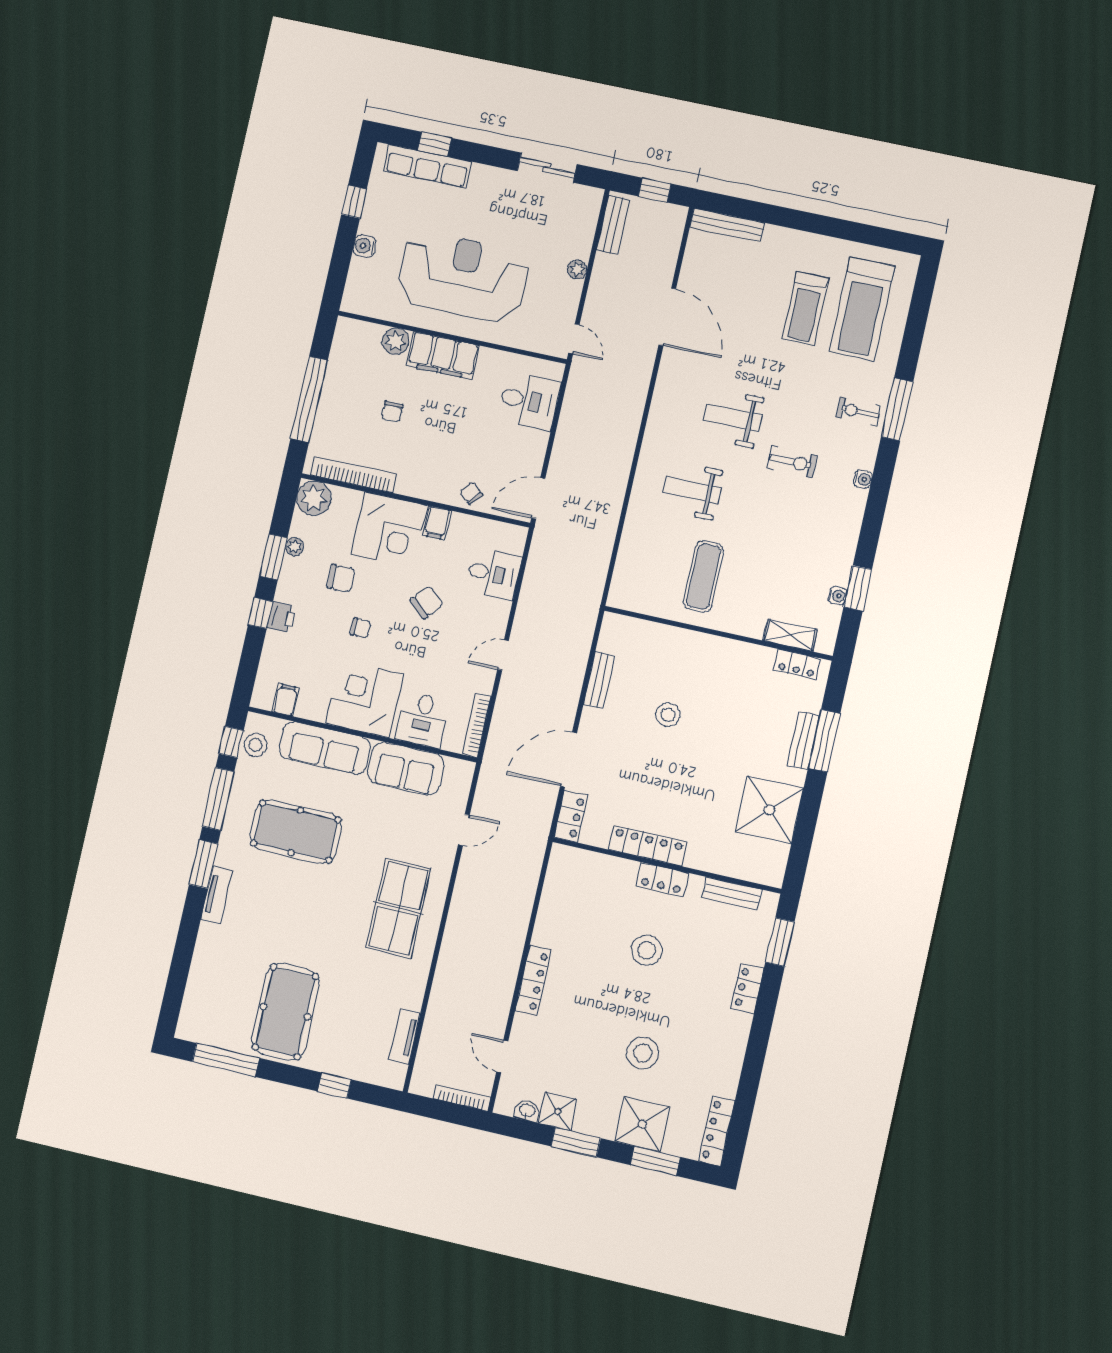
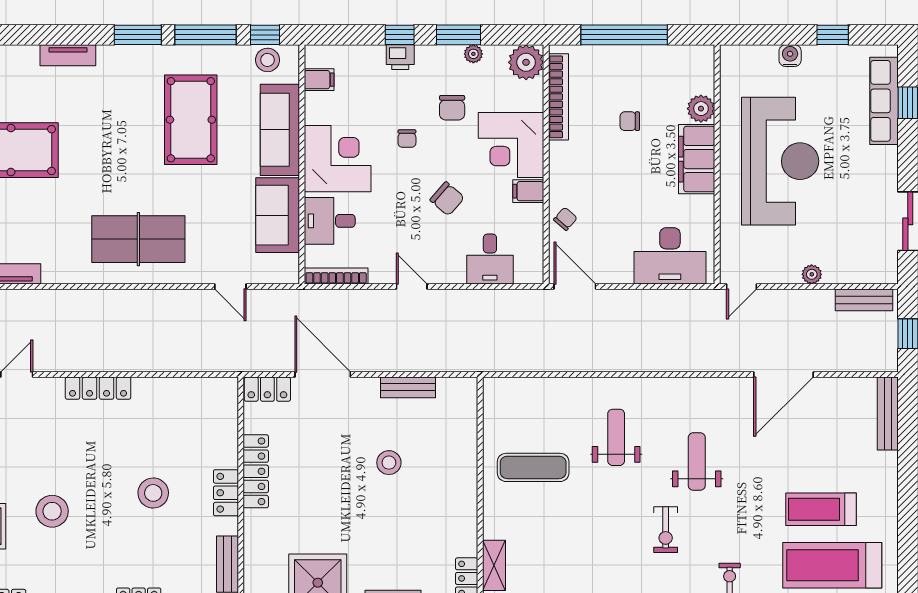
desk: (529, 401) -> (670, 256), width x1.37
tv unit: (217, 895) -> (68, 55), moved

